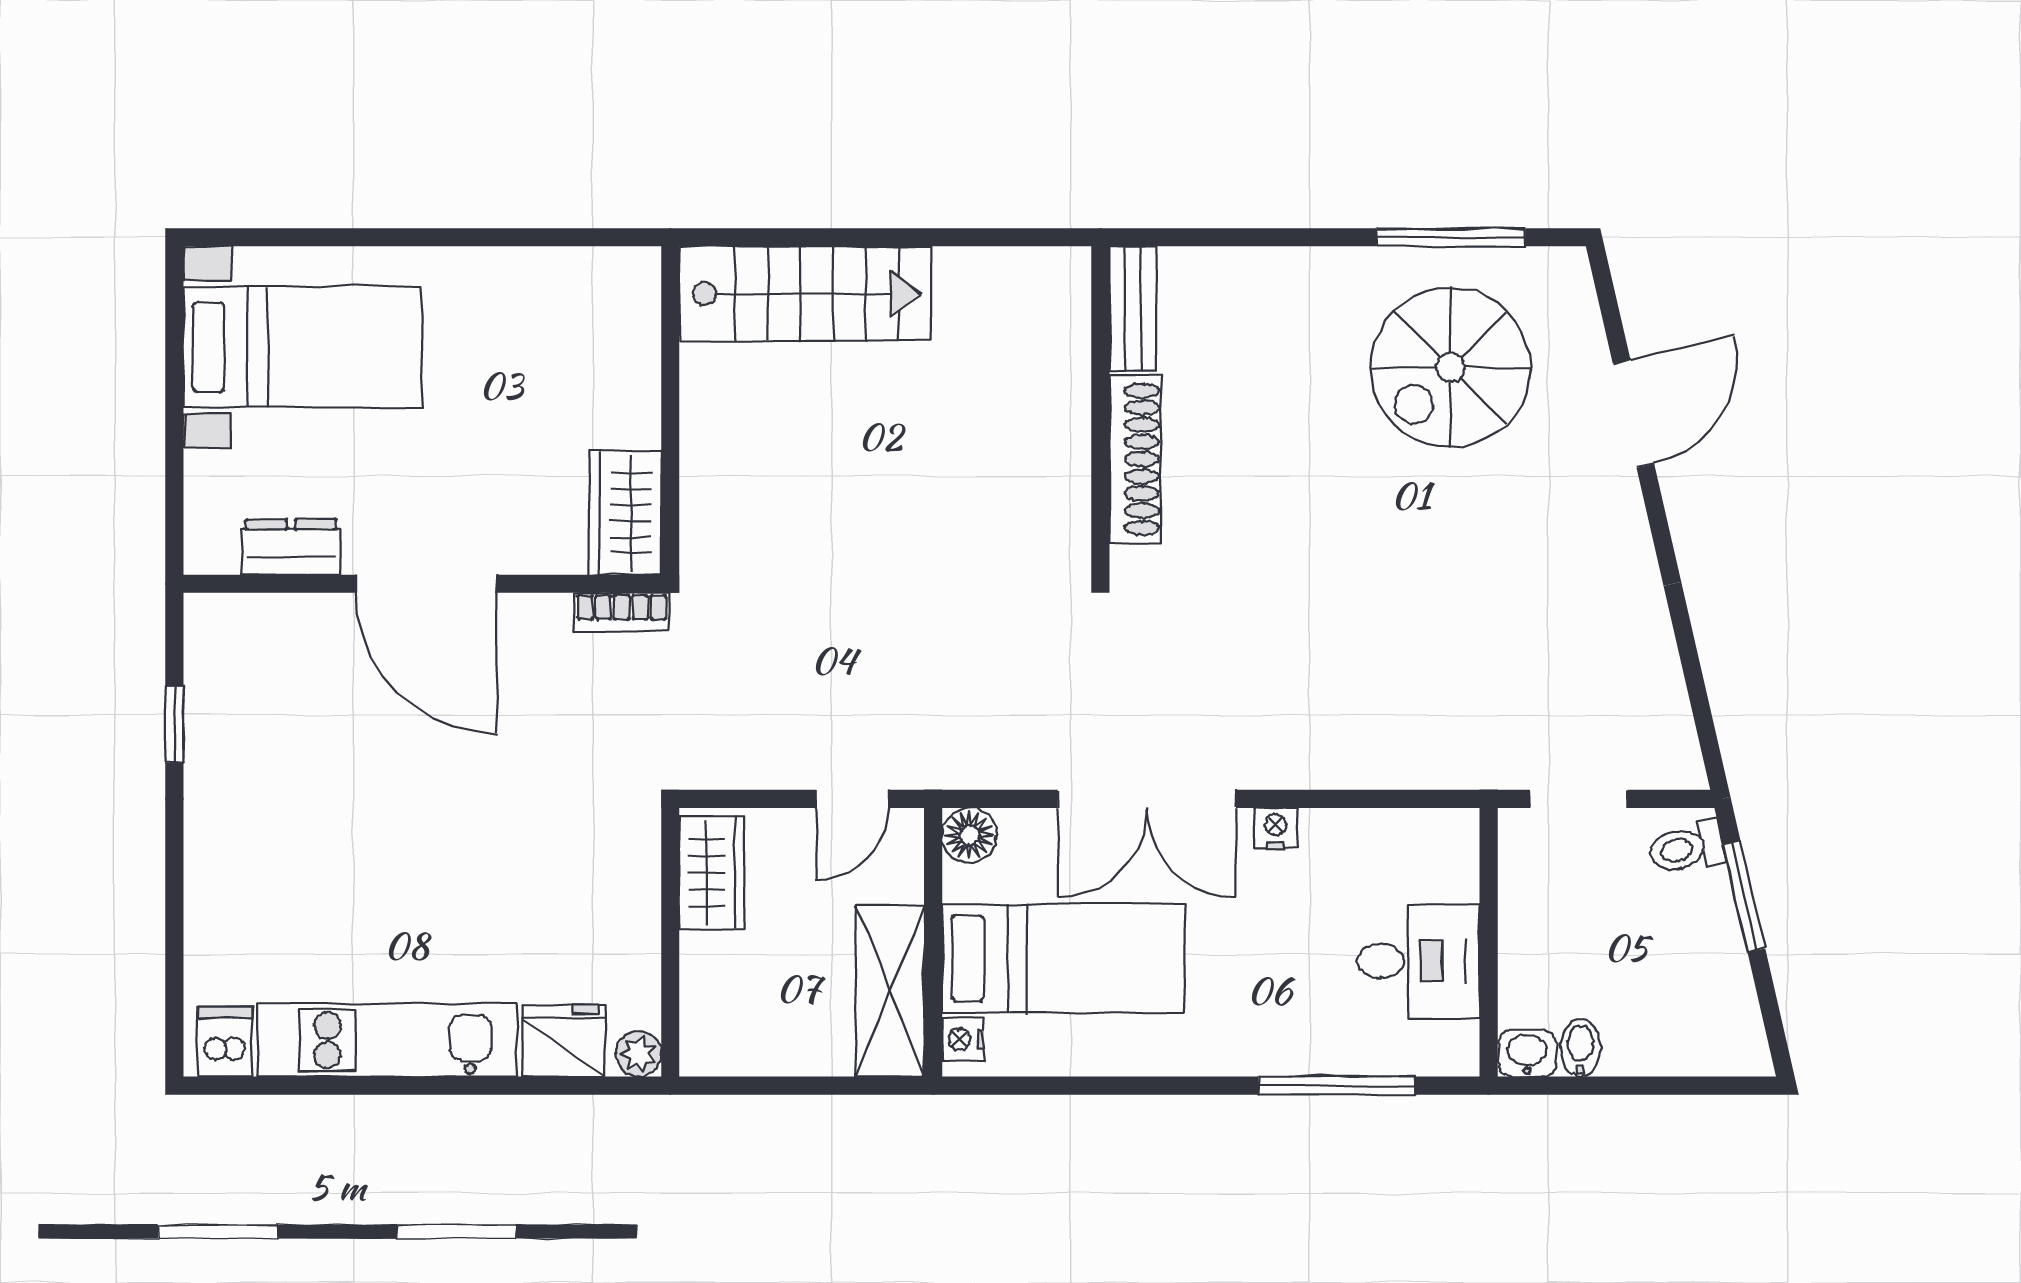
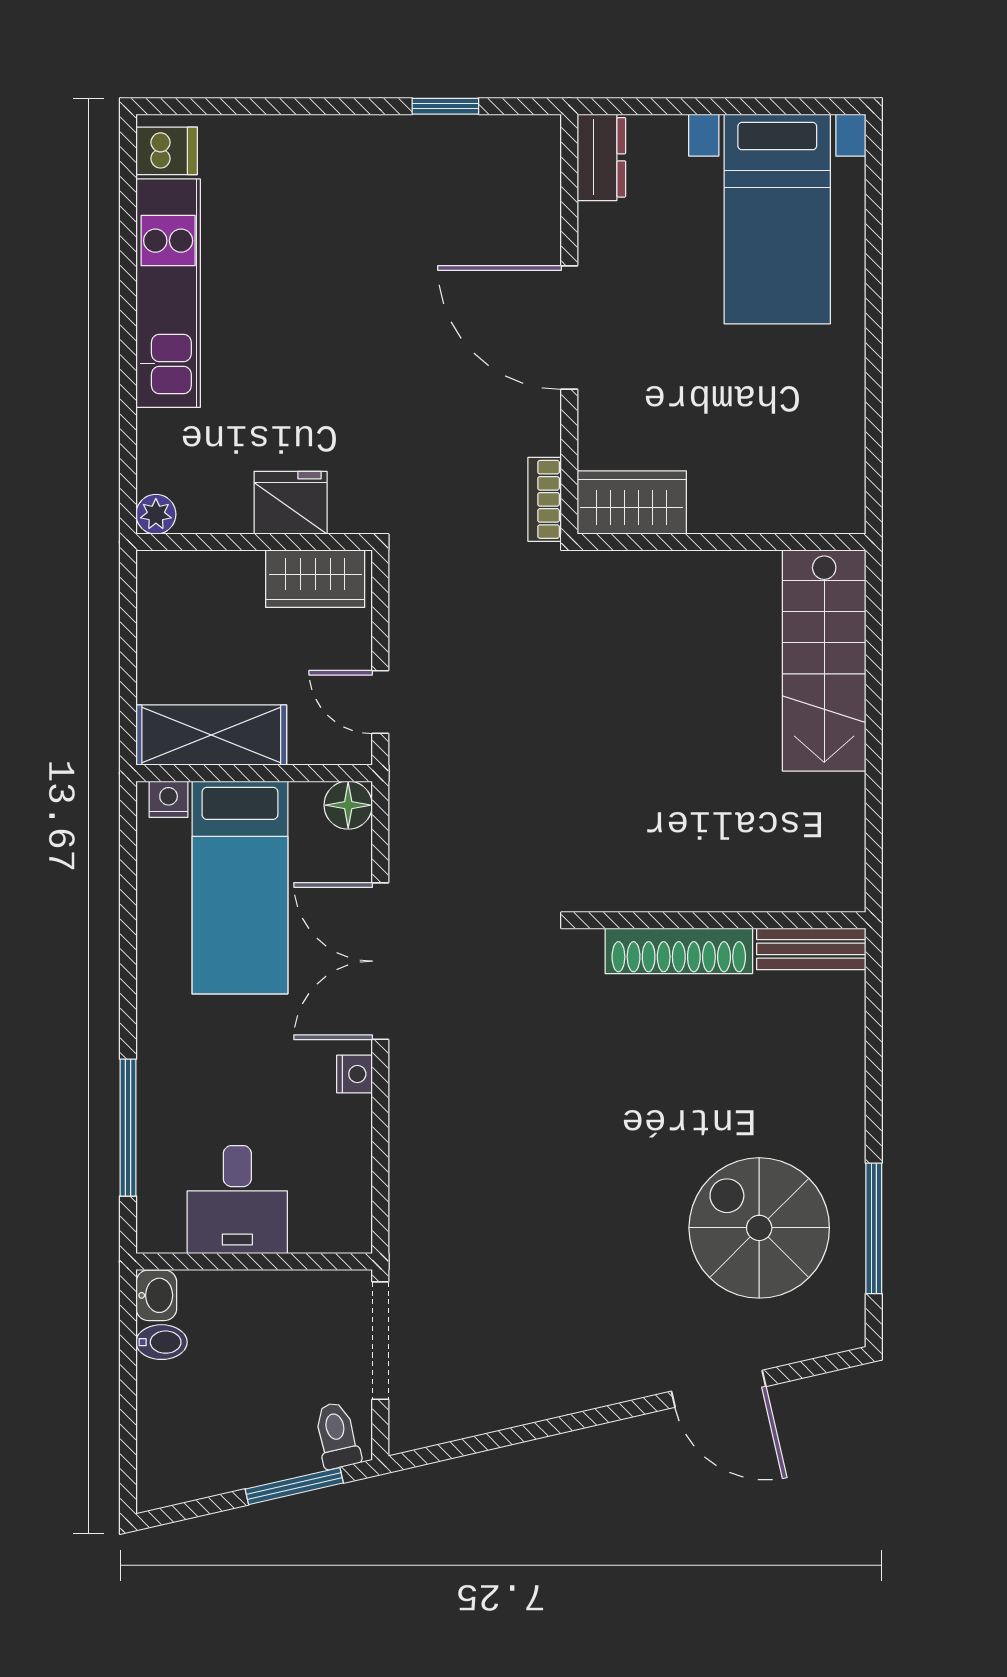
dresser: (291, 547) -> (601, 157), moved
door: (426, 584) -> (569, 327), hinge flipped
doorway: (1579, 799) -> (380, 1341), width x1.38
fridge: (563, 1041) -> (291, 503), moved, turned -90

